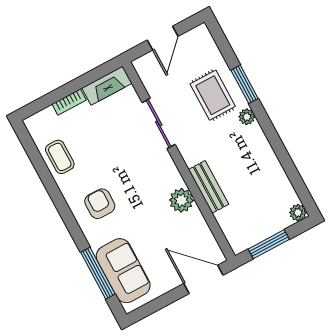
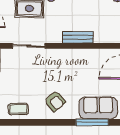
plant: (181, 200) -> (77, 56), removed
armchair: (100, 204) -> (55, 101), turned -130

